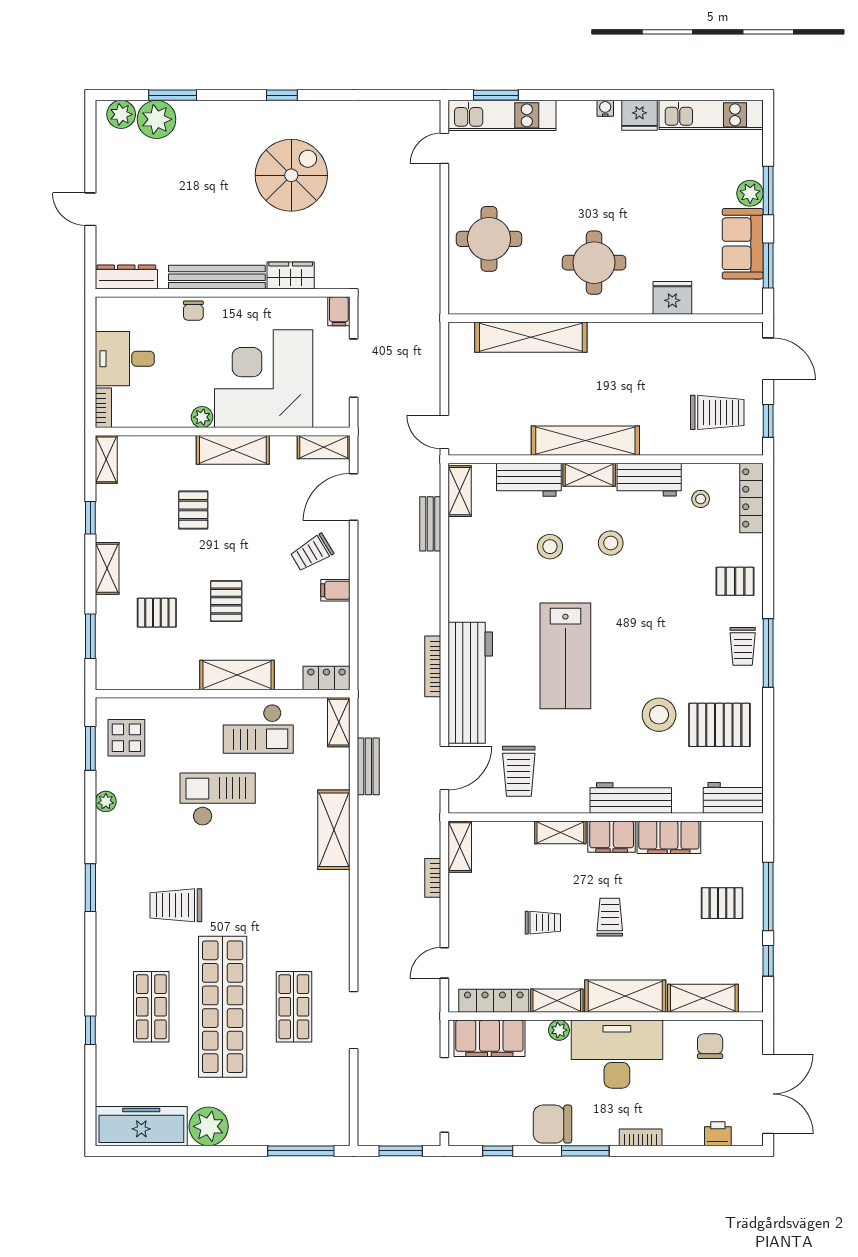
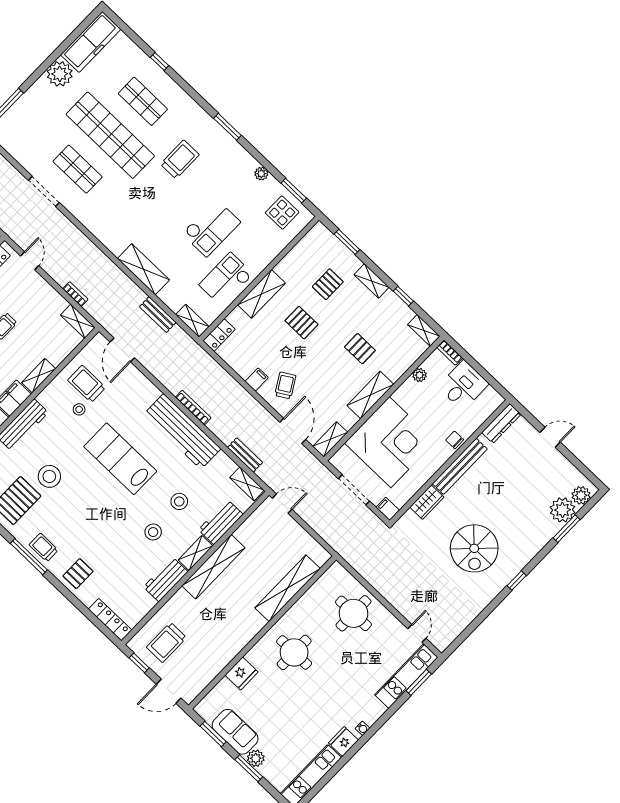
plant: (202, 417) -> (420, 375), moved
stool: (701, 499) -> (79, 409), moved
bookcase: (433, 666) -> (193, 408), moved
workbench: (470, 683) -> (182, 431), moved

